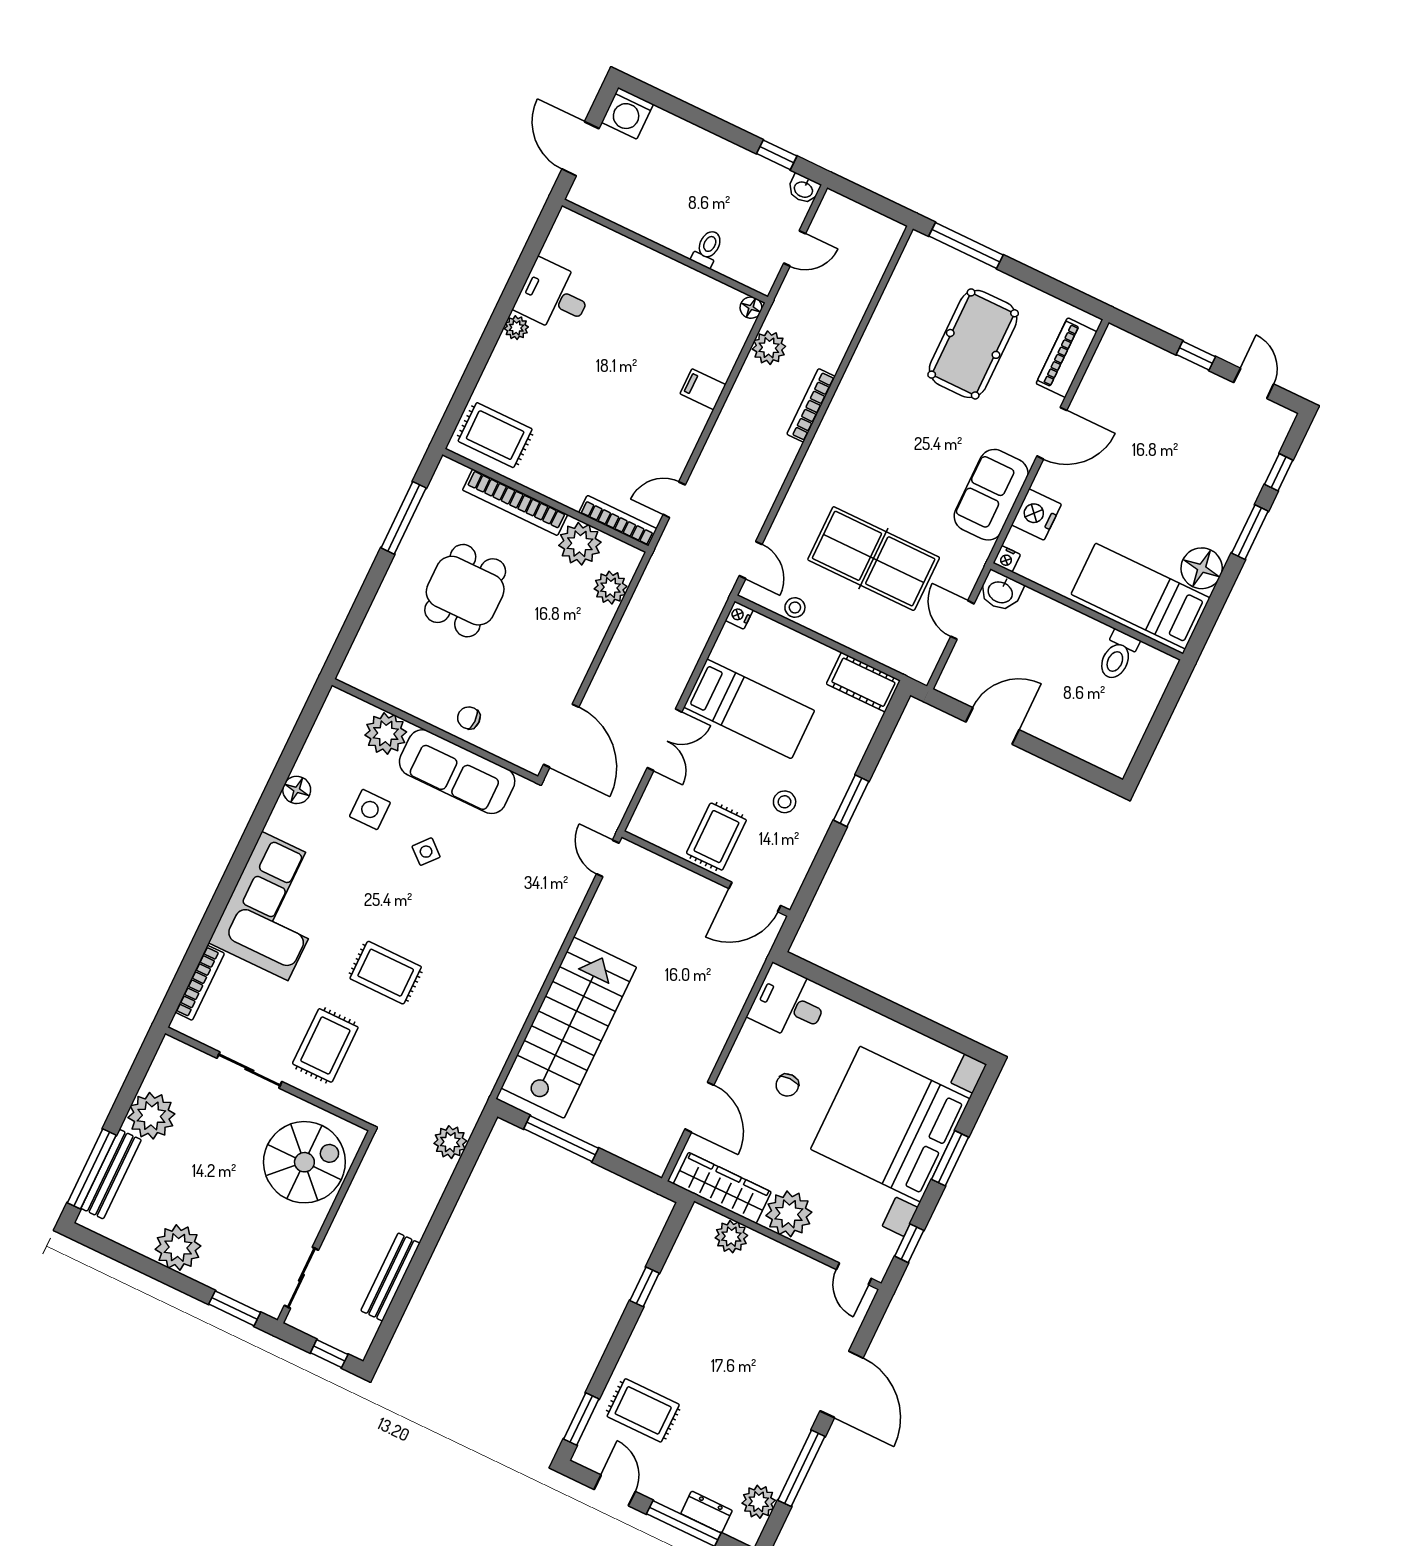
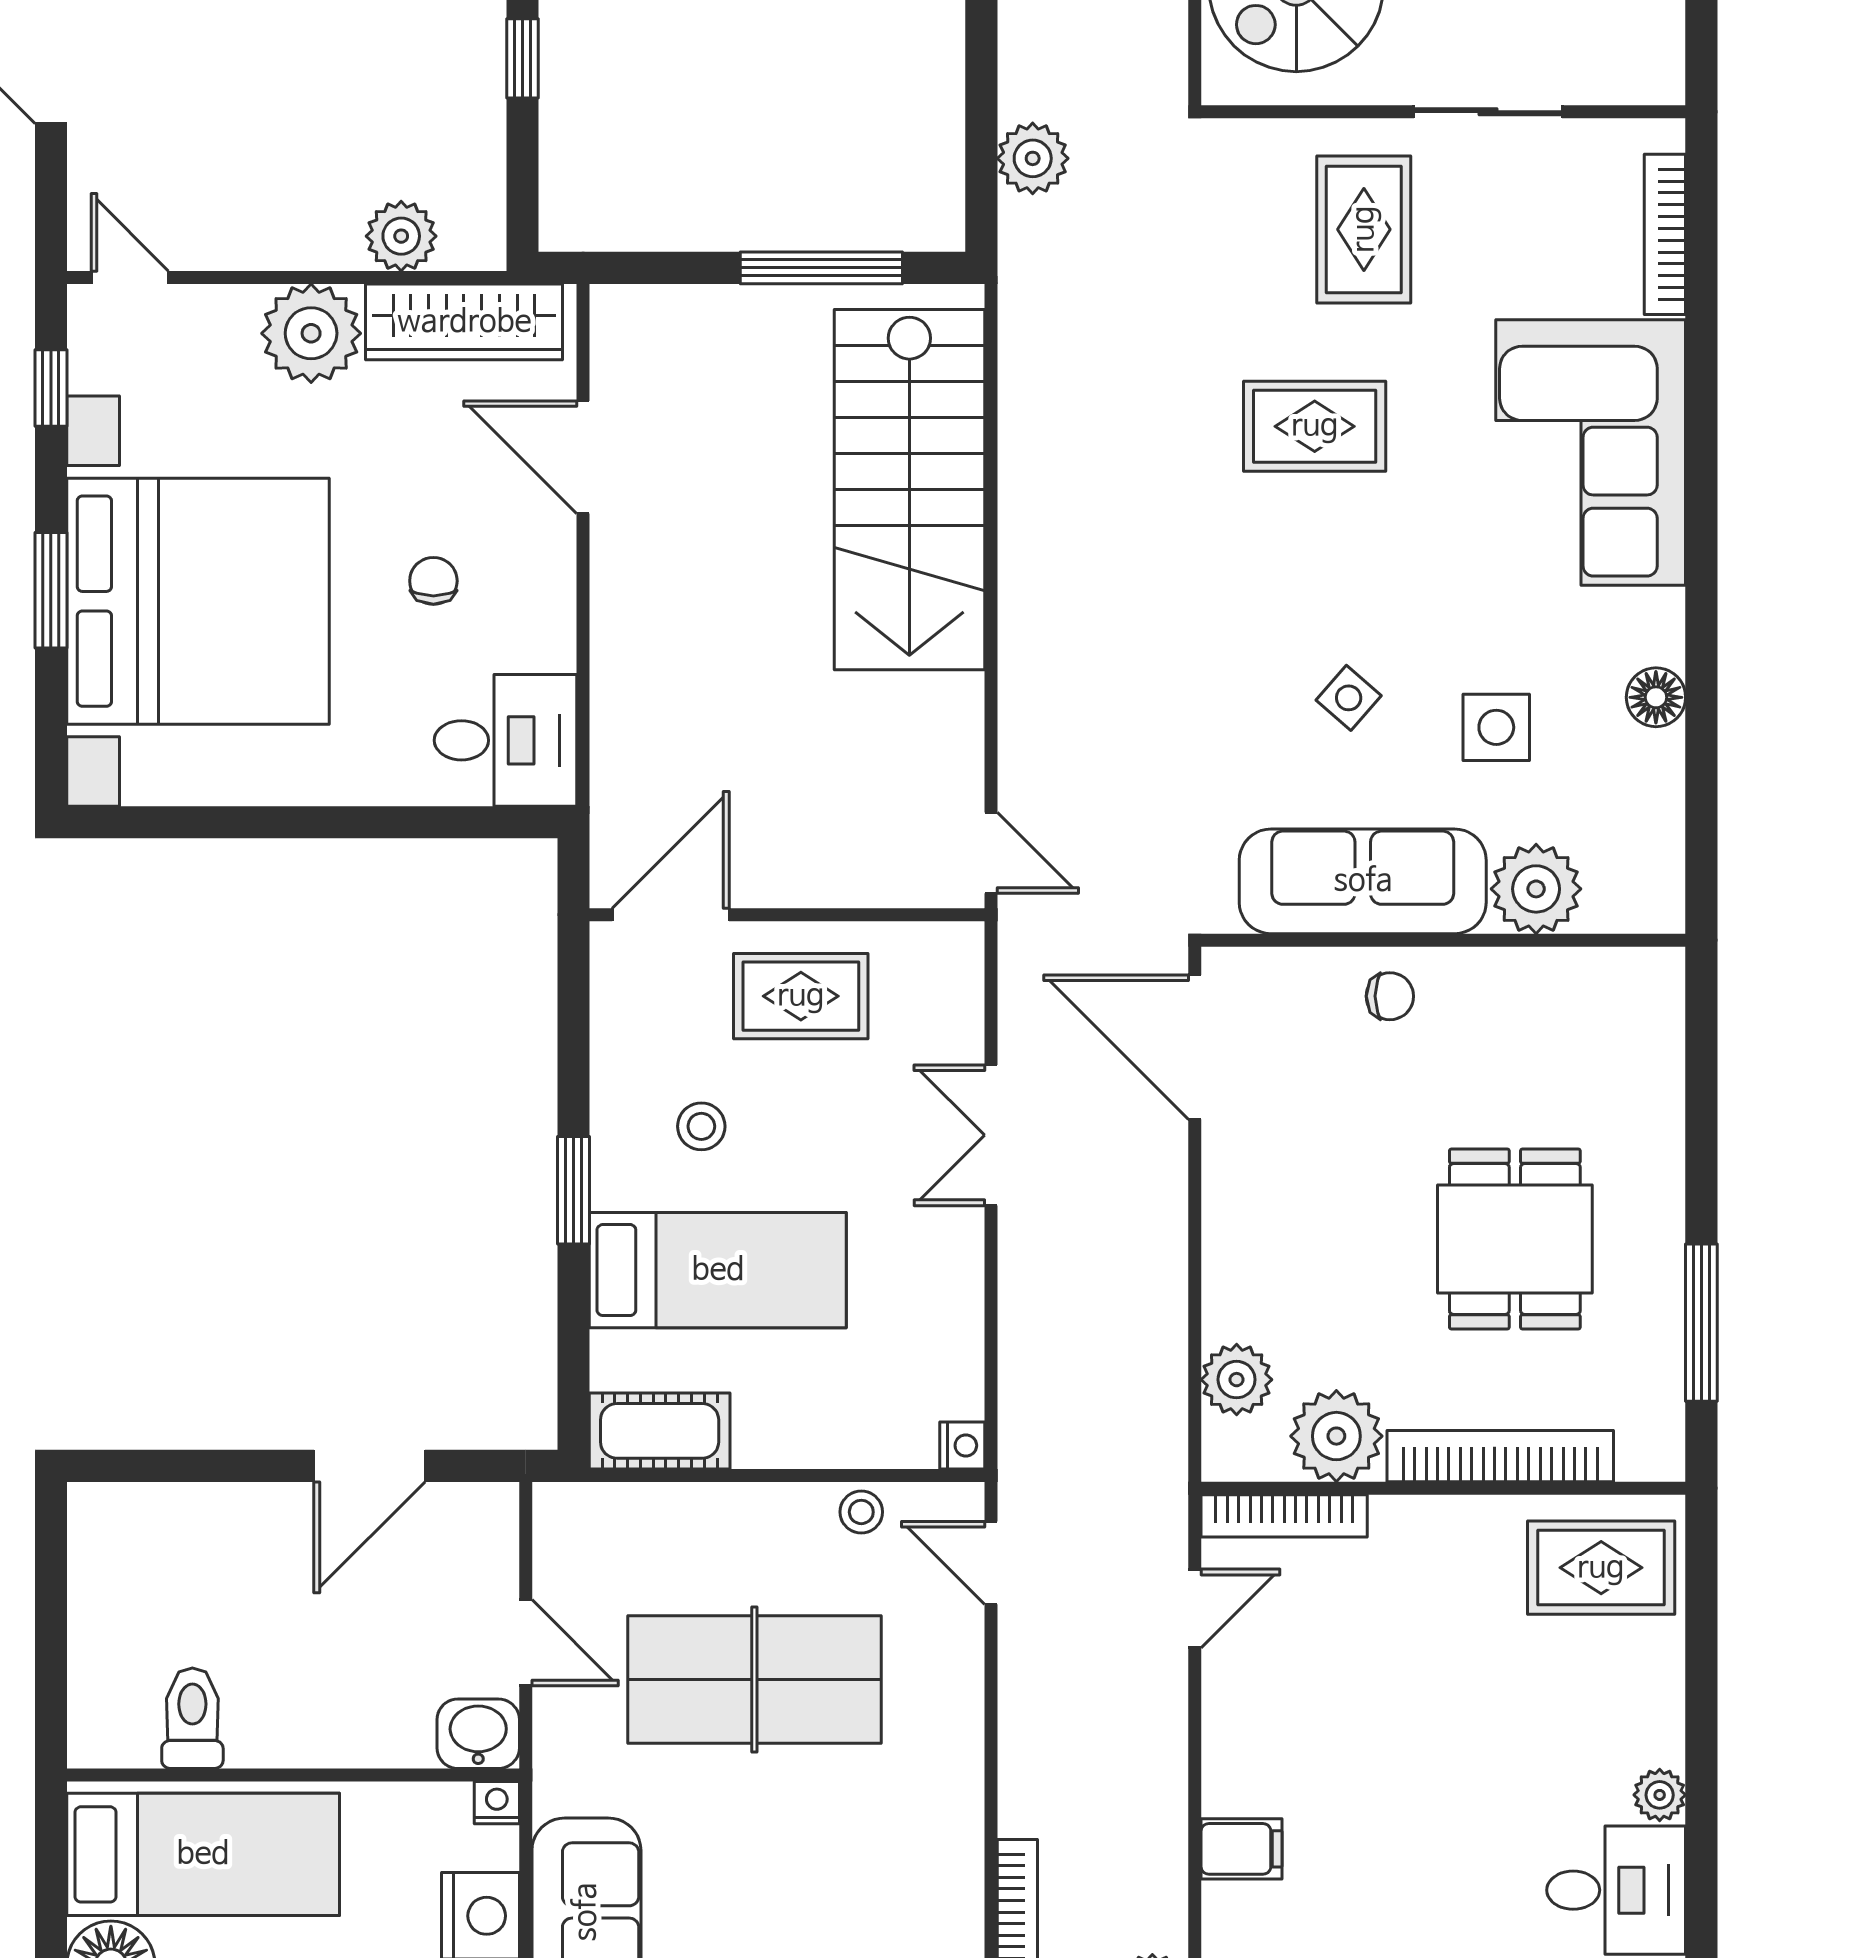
bed: (749, 709) -> (718, 1270), moved, turned 180
rug: (716, 837) -> (801, 996), turned 90

